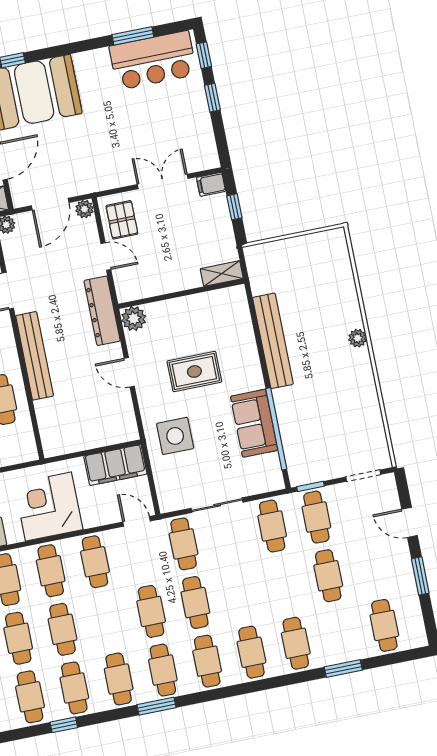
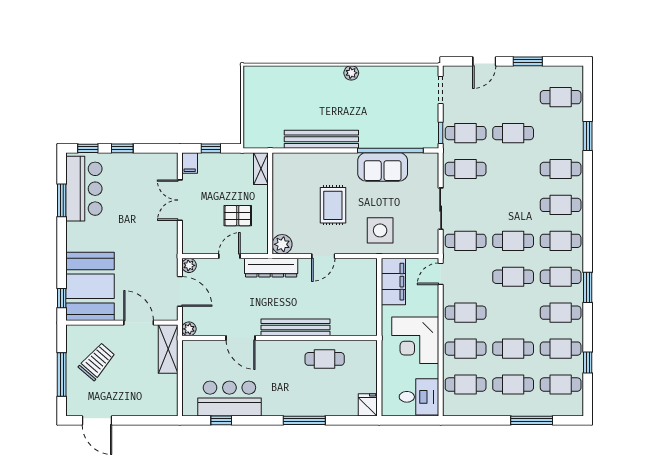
pallet: (122, 220) -> (238, 216), moved
plant: (358, 338) -> (351, 73), moved

